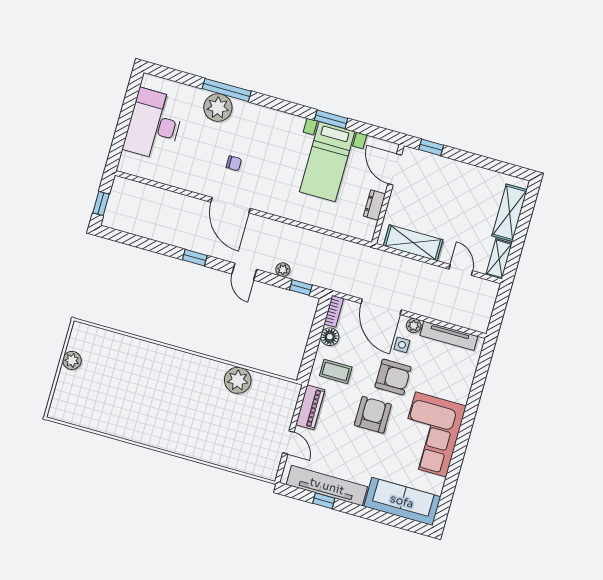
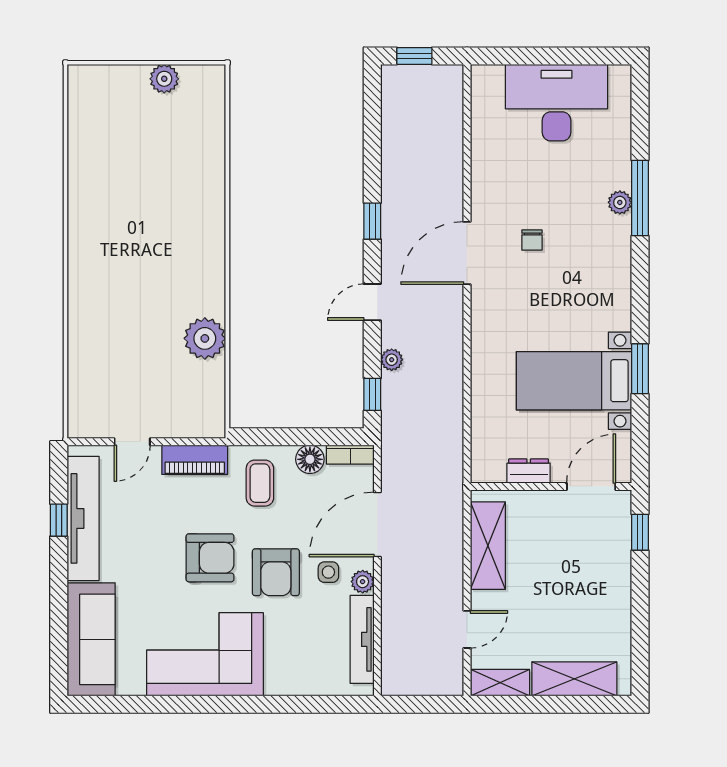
plant: (218, 108) -> (620, 202), width x0.53, depth x0.53

